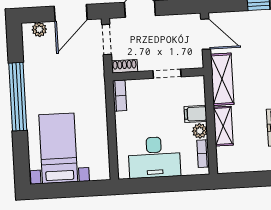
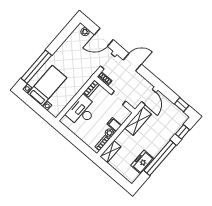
window: (18, 97) -> (36, 67), moved
shelving: (223, 126) -> (111, 152), moved
desk: (154, 157) -> (82, 111), moved, turned 90

